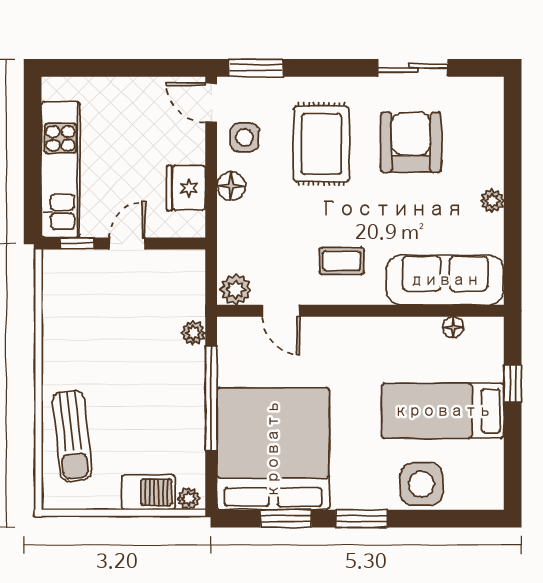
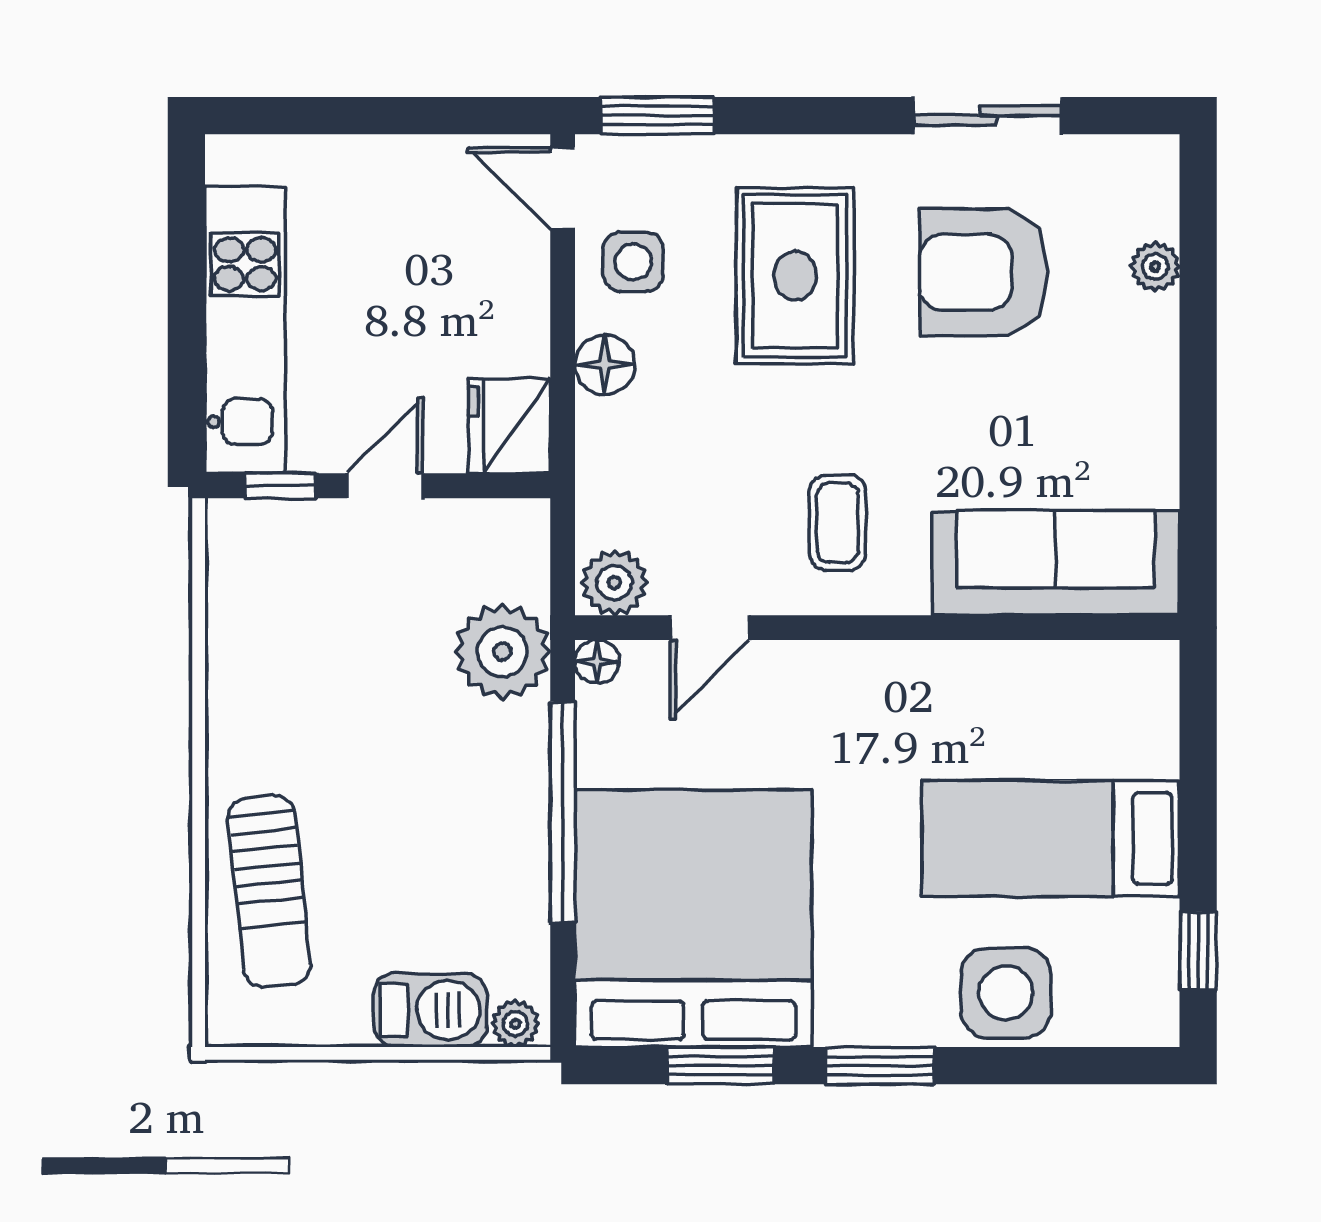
armchair: (411, 142) -> (984, 272), turned -90
fridge: (186, 188) -> (509, 426), moved
plant: (492, 201) -> (1155, 267), moved
coffee table: (342, 261) -> (838, 523), turned 90
door: (281, 311) -> (710, 628), hinge flipped
floor lamp: (453, 327) -> (597, 662), moved
plant: (193, 333) -> (502, 652), width x1.87, depth x1.87
window: (513, 384) -> (1198, 951), moved

